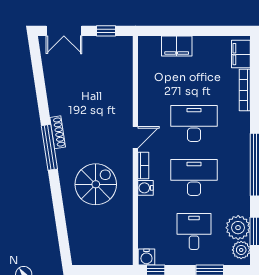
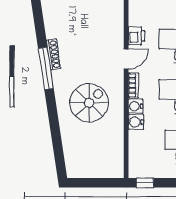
printer: (147, 112) -> (137, 36), added
water cooler: (146, 257) -> (136, 122), moved, turned 90

